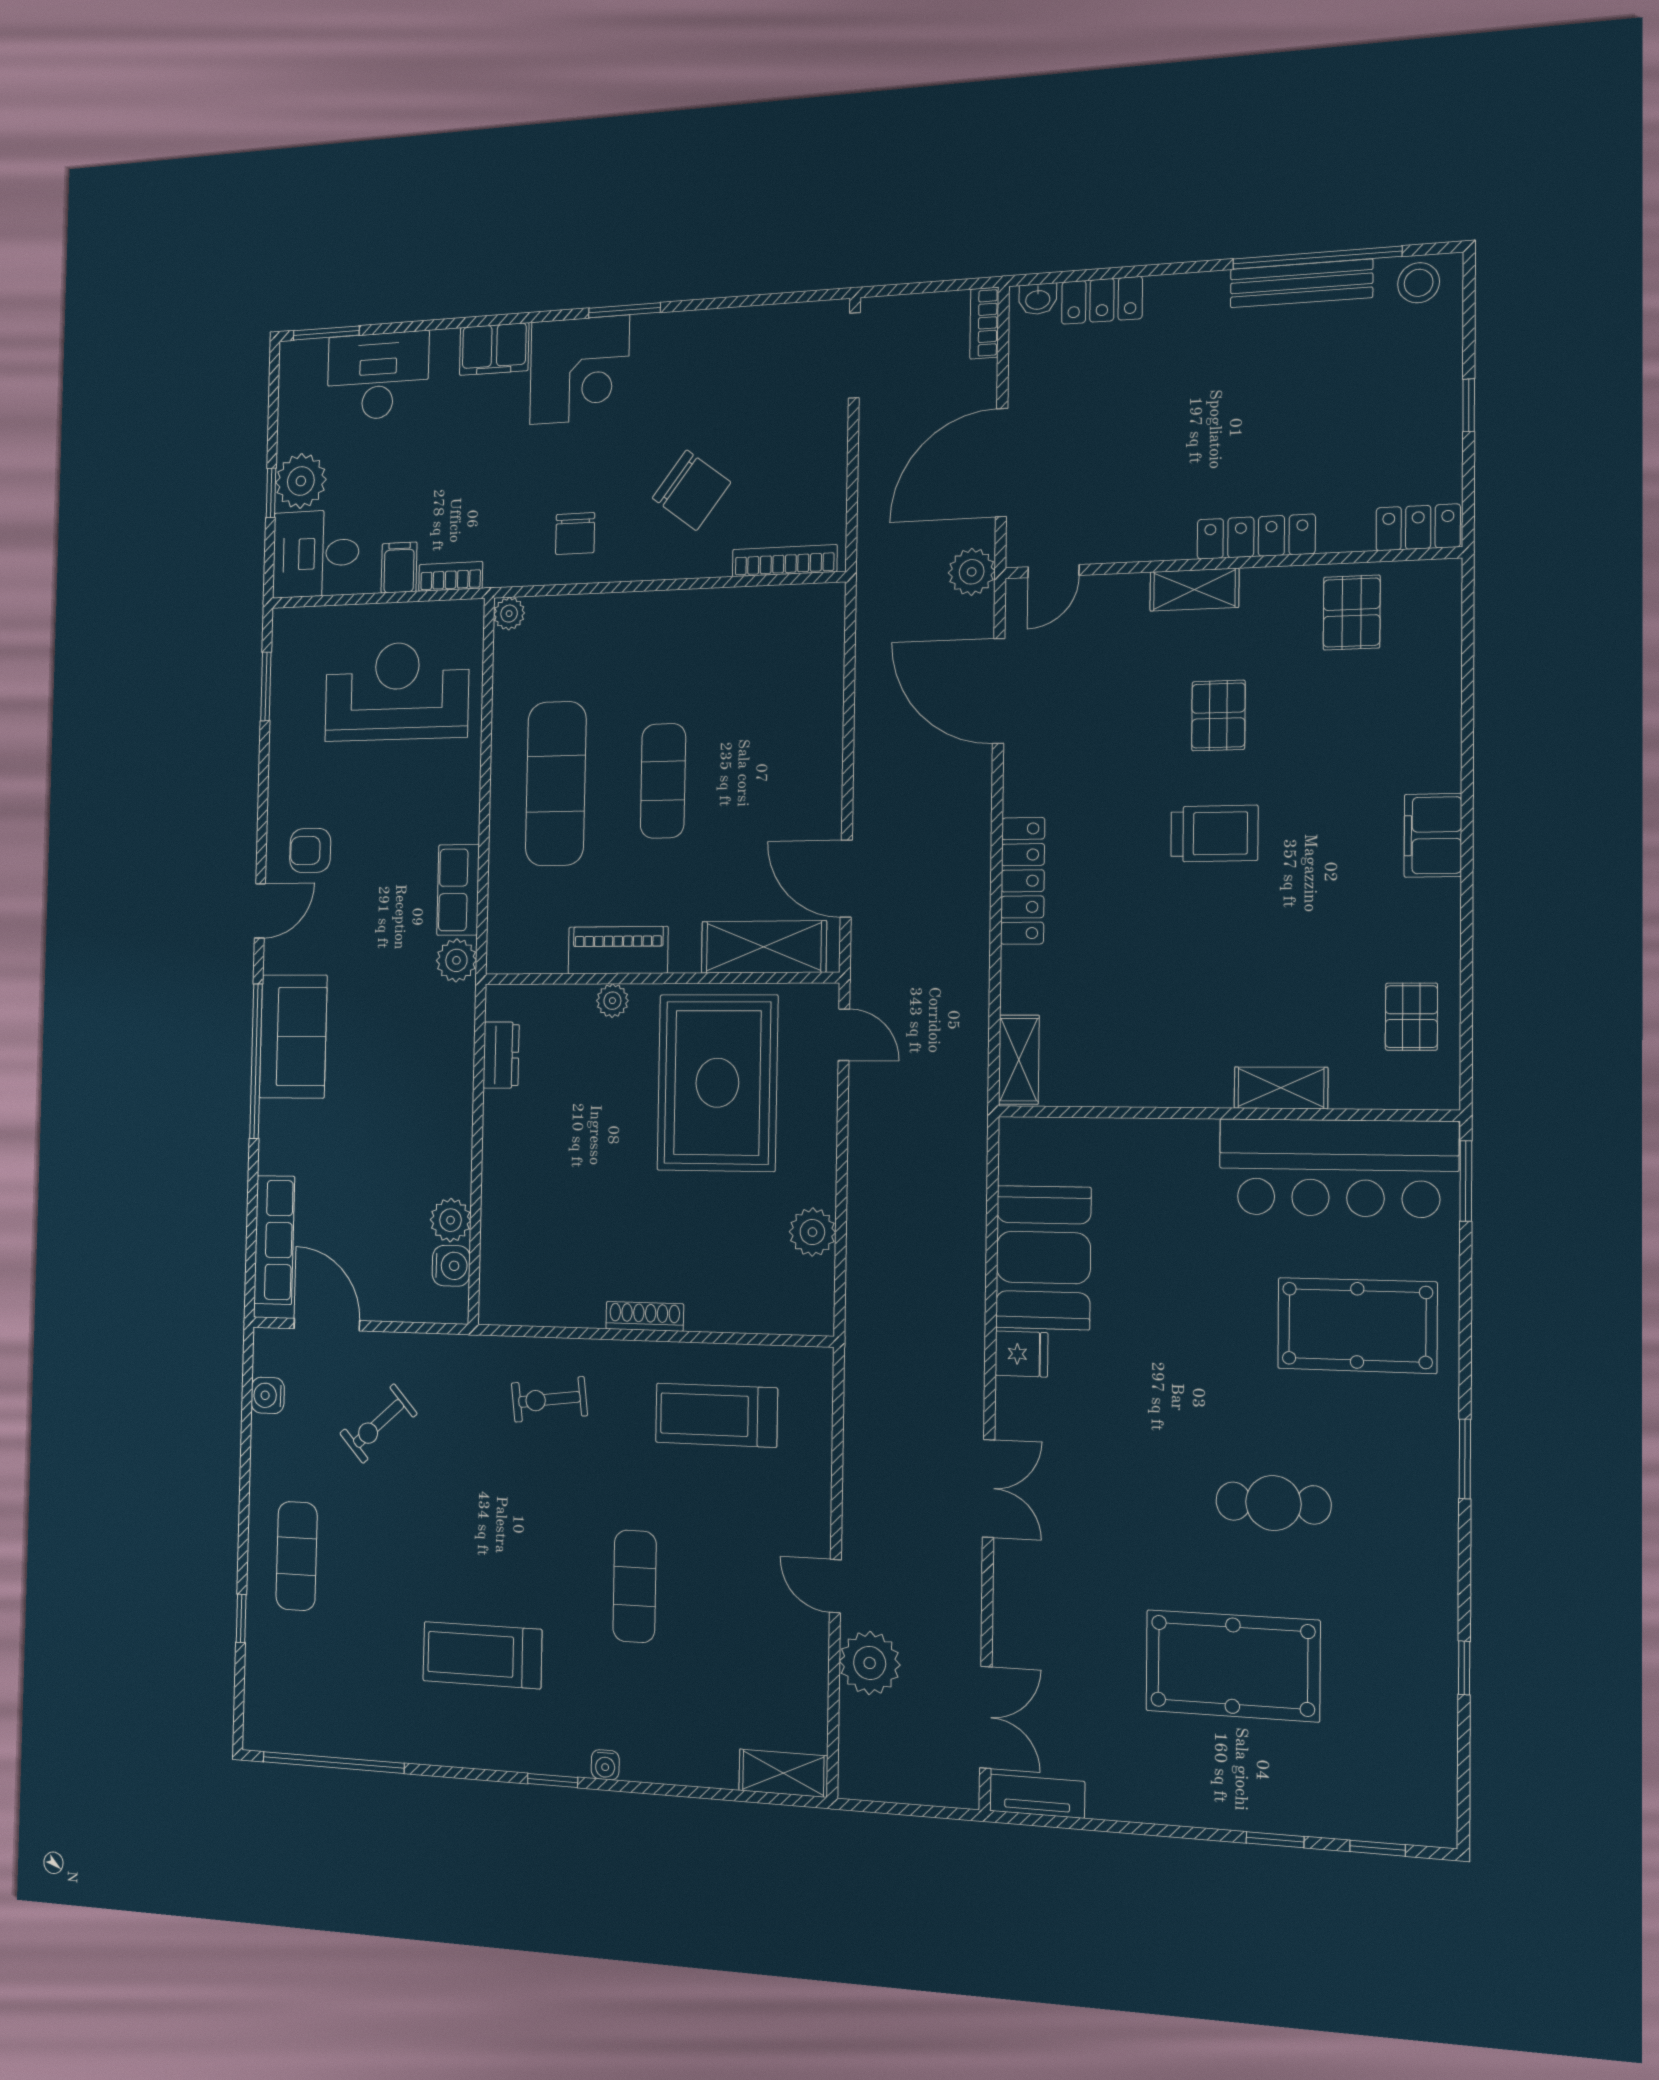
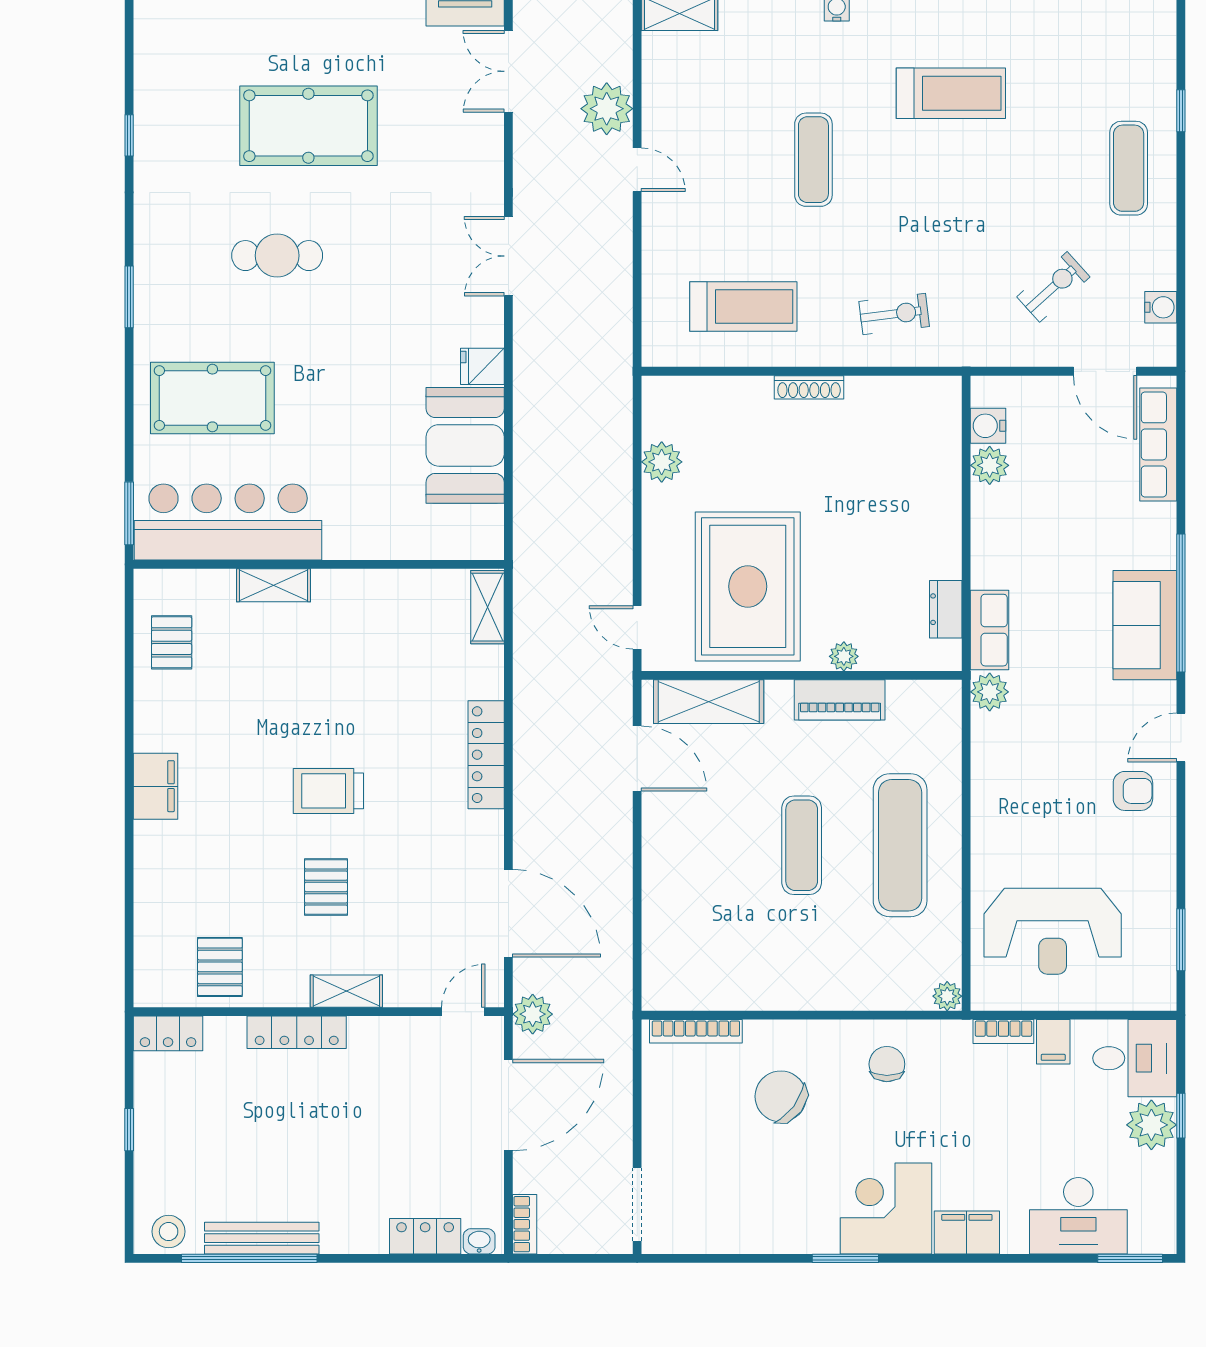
row of seats: (458, 890) -> (990, 630), moved

